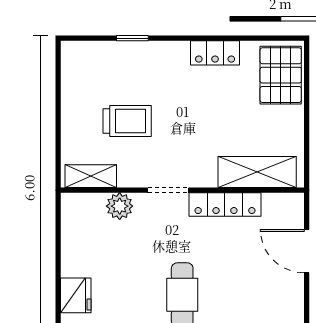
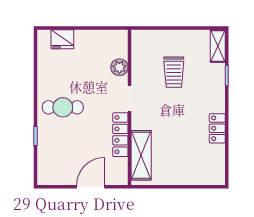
pallet: (281, 75) -> (203, 170), removed
shelving: (91, 176) -> (218, 46), moved

